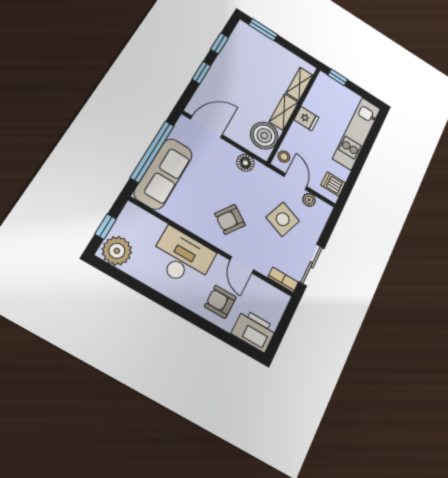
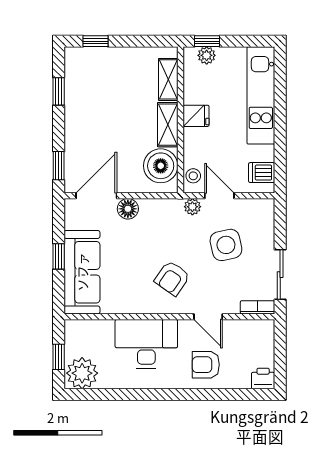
window: (263, 30) -> (96, 41), width x0.67
window: (201, 73) -> (59, 166), moved
plant: (333, 86) -> (207, 55), added
window: (152, 151) -> (59, 256), width x0.32
floor lamp: (245, 163) -> (128, 209), moved
plant: (309, 200) -> (192, 207), moved
side table: (283, 219) -> (226, 245), turned -32
printer: (254, 331) -> (263, 379), width x0.53, depth x0.68

